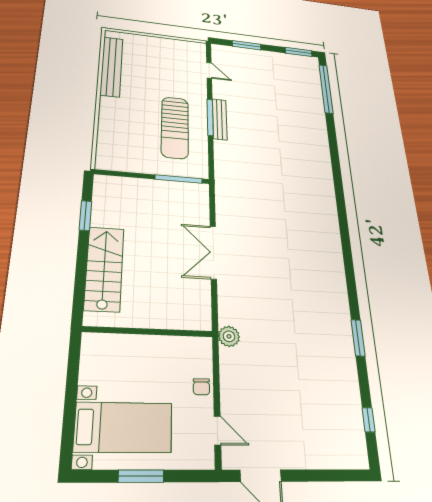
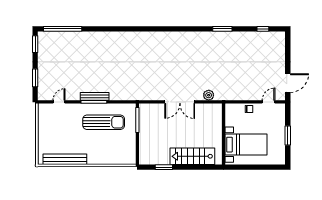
plant: (229, 336) -> (209, 95), moved
bed with nightstands: (124, 427) -> (246, 145), moved, turned 90

